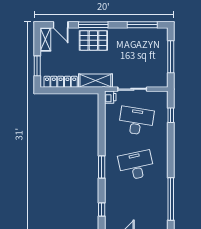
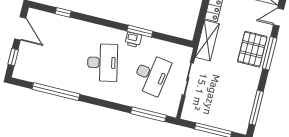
printer: (110, 97) -> (133, 40), moved
window: (171, 115) -> (149, 114), width x2.17
window: (102, 167) -> (140, 31), moved

